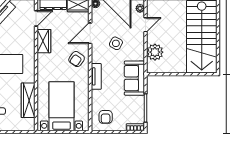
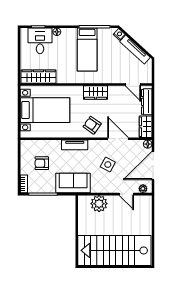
wardrobe: (44, 41) -> (96, 92), moved
wardrobe: (28, 100) -> (39, 77), moved
armchair: (106, 117) -> (42, 163), moved

